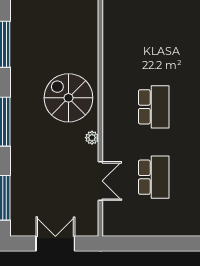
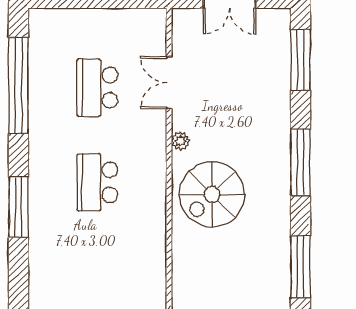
spiral stairs: (68, 98) -> (212, 194), turned 90

